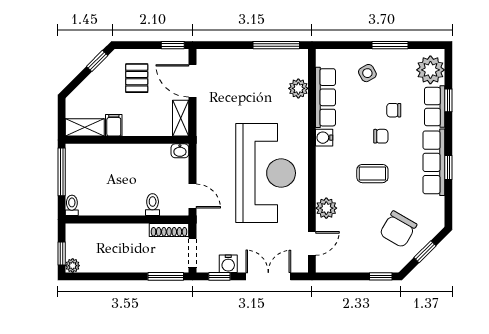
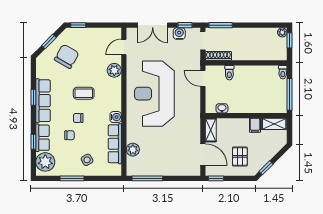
washbasin: (180, 151) -> (222, 108), moved

